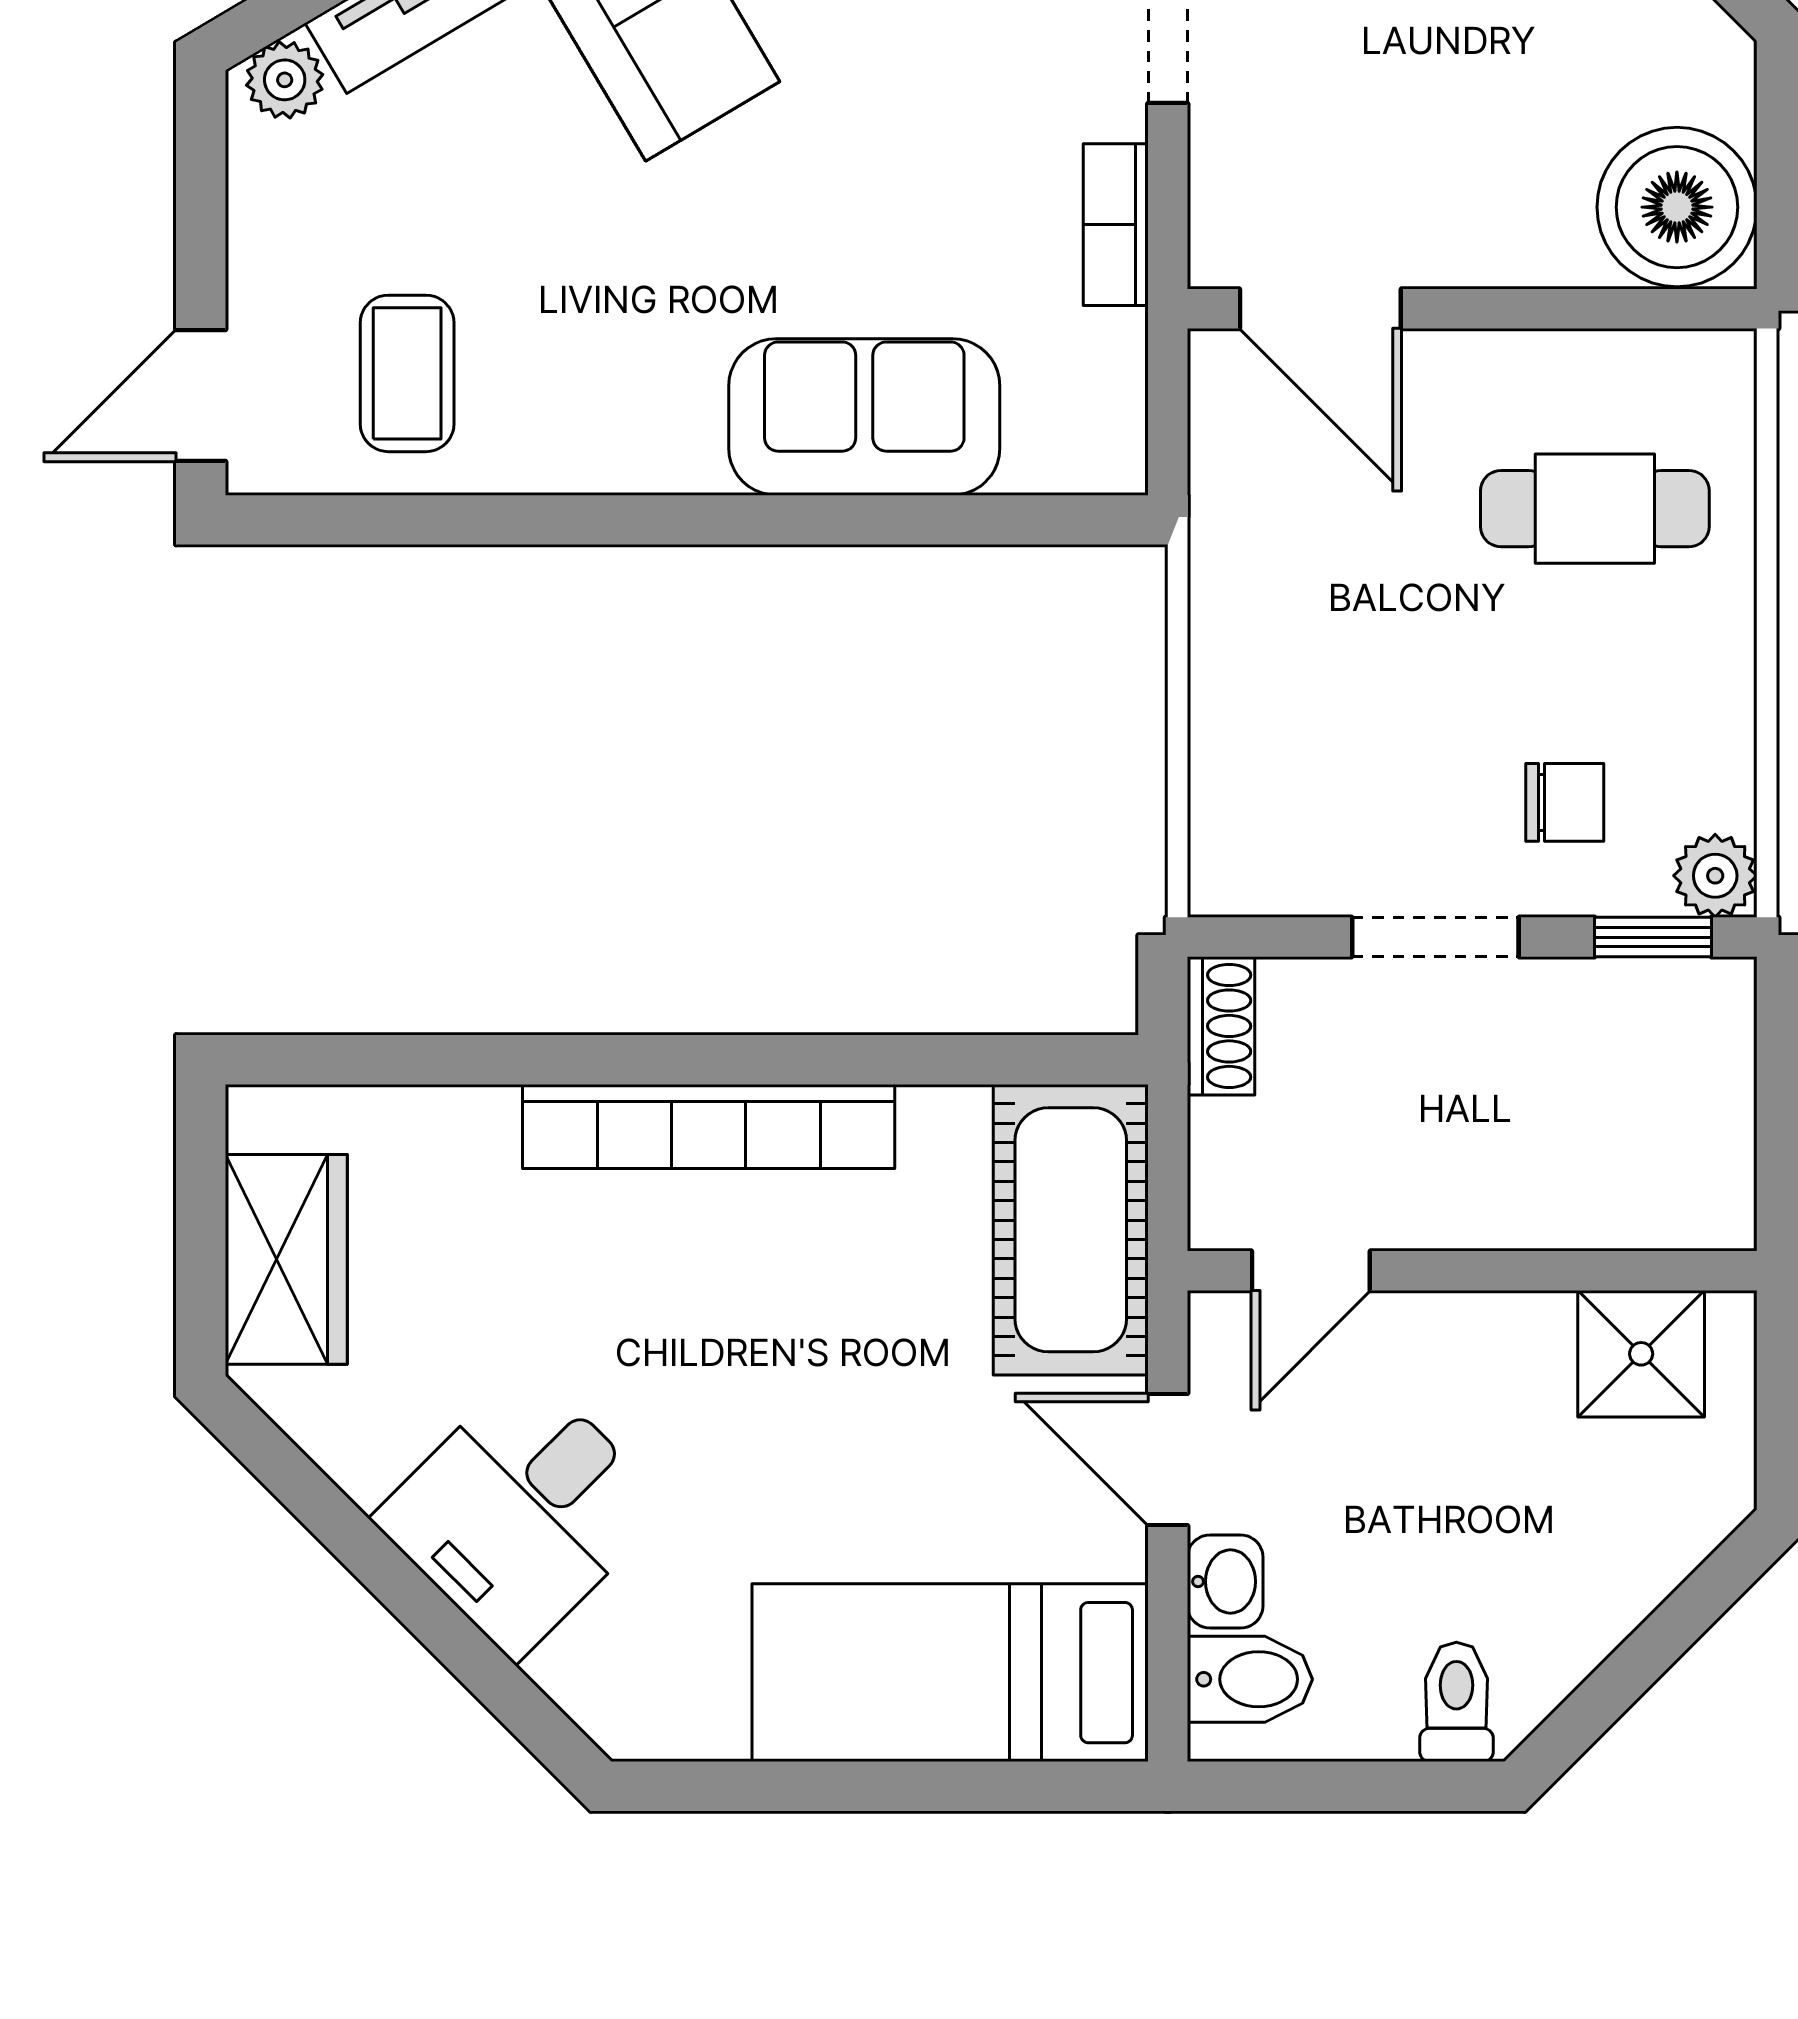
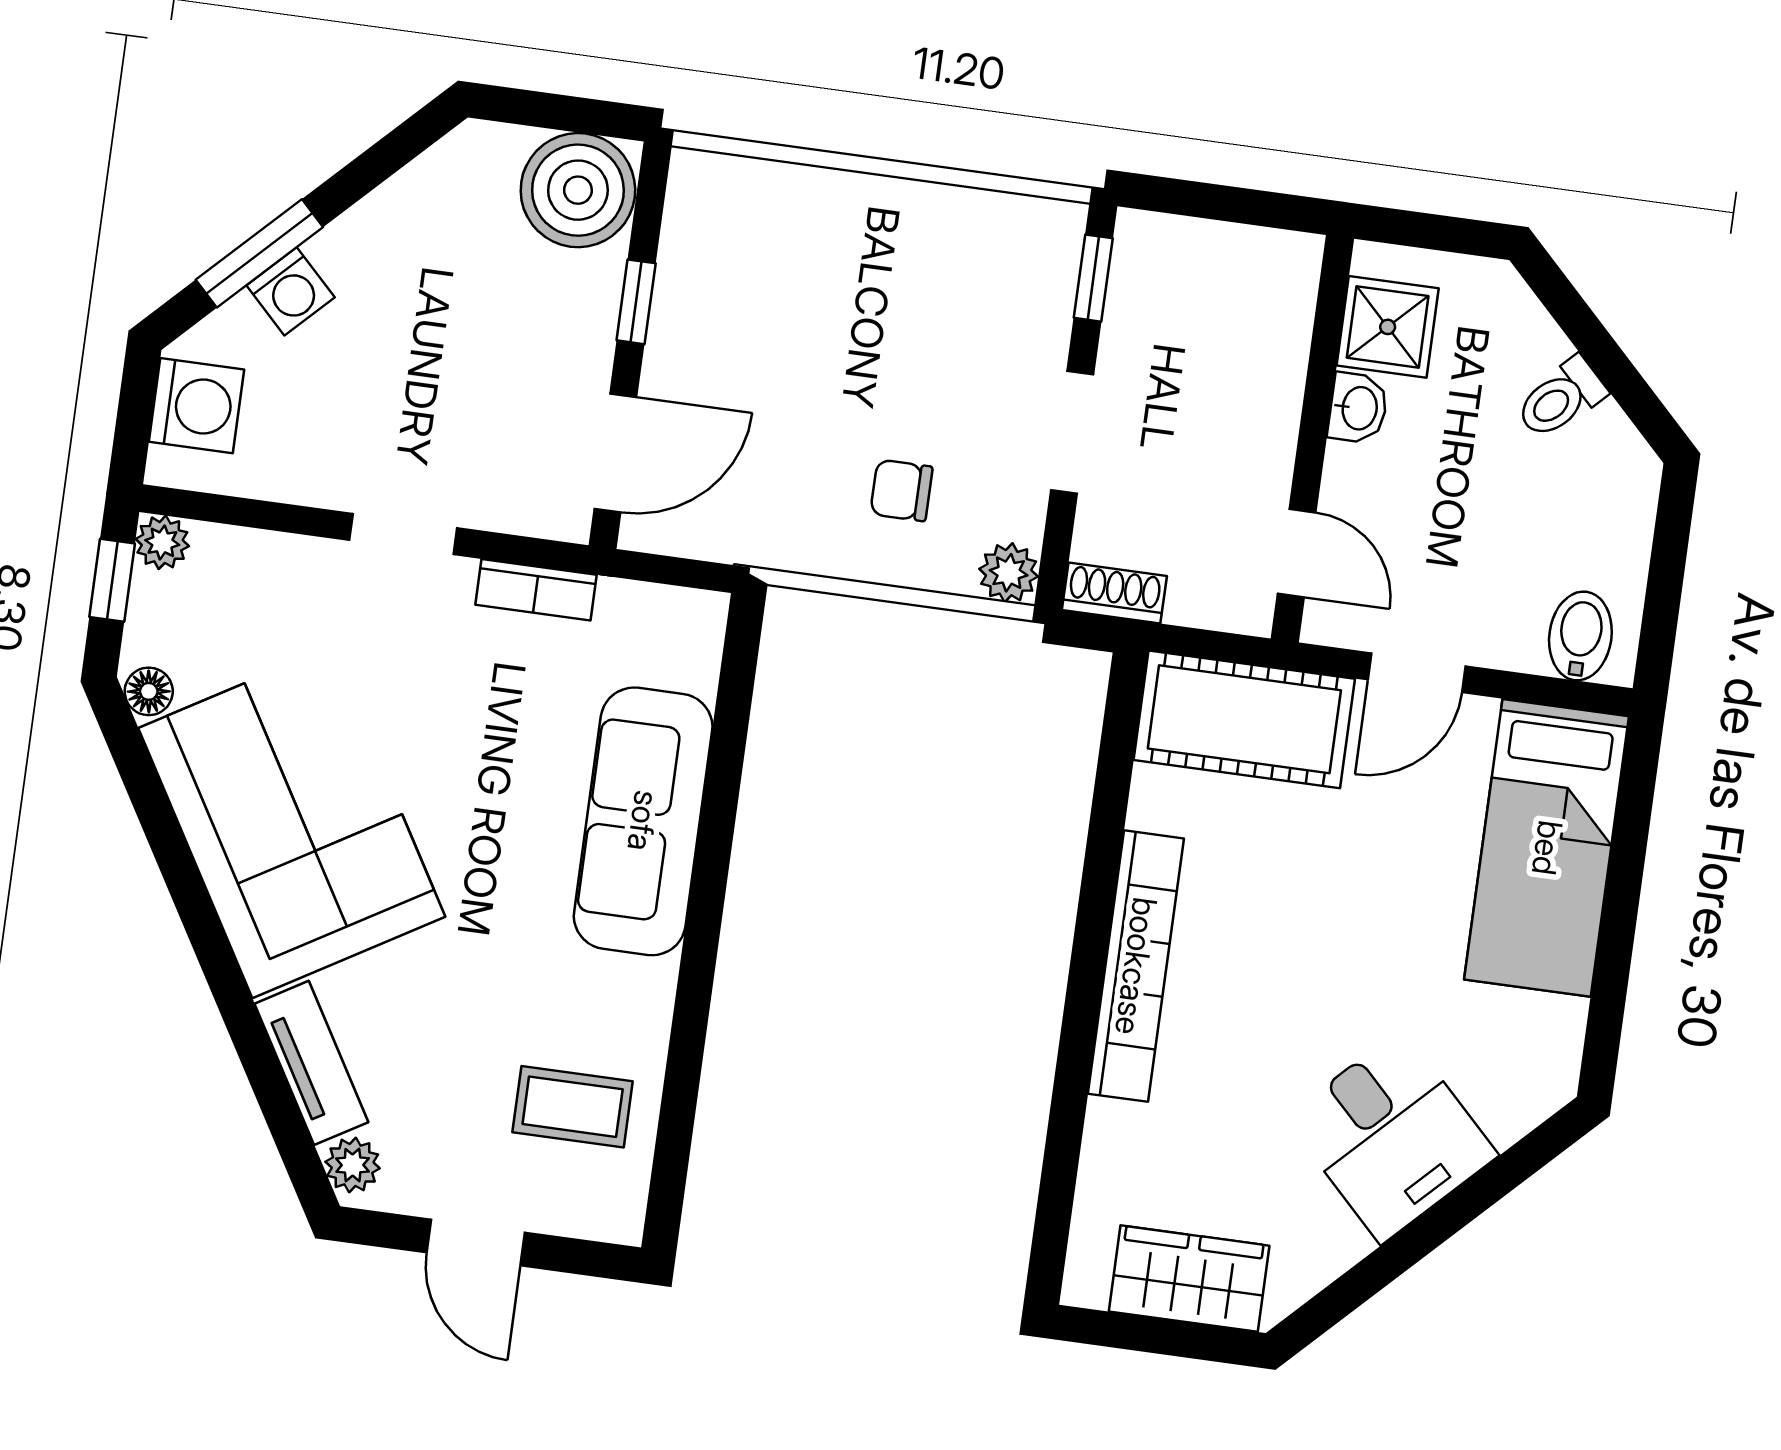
window: (1533, 309) -> (636, 302), added
door: (201, 396) -> (476, 1243), moved
sofa: (864, 417) -> (643, 821), width x1.36
cafe table: (1595, 509) -> (784, 278), removed
chair: (1565, 802) -> (901, 490), moved, turned -90
plant: (1715, 876) -> (1009, 573), moved
washbasin: (1225, 1582) -> (1358, 408), moved, turned 90
toilet: (1456, 1702) -> (1561, 398), moved, turned -45

